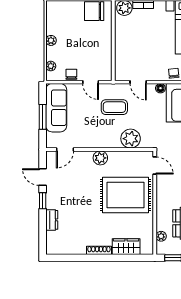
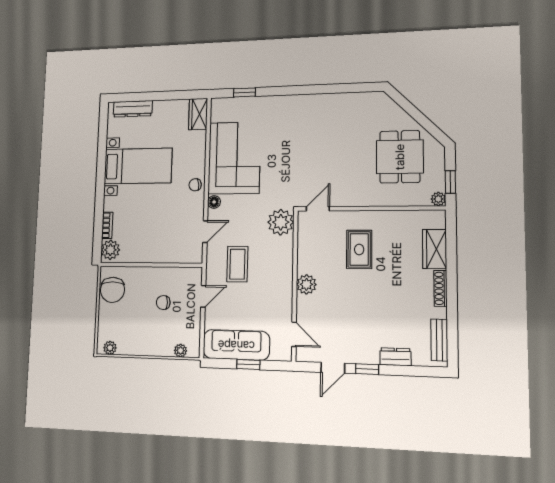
plant: (51, 40) -> (110, 348), moved
chair: (71, 74) -> (163, 303), moved
window: (43, 117) -> (248, 365), width x0.67
plant: (131, 139) -> (281, 222), moved
rug: (126, 195) -> (359, 249), width x0.54, depth x0.49
plant: (161, 236) -> (438, 199), moved
bench: (64, 249) -> (439, 340), added

